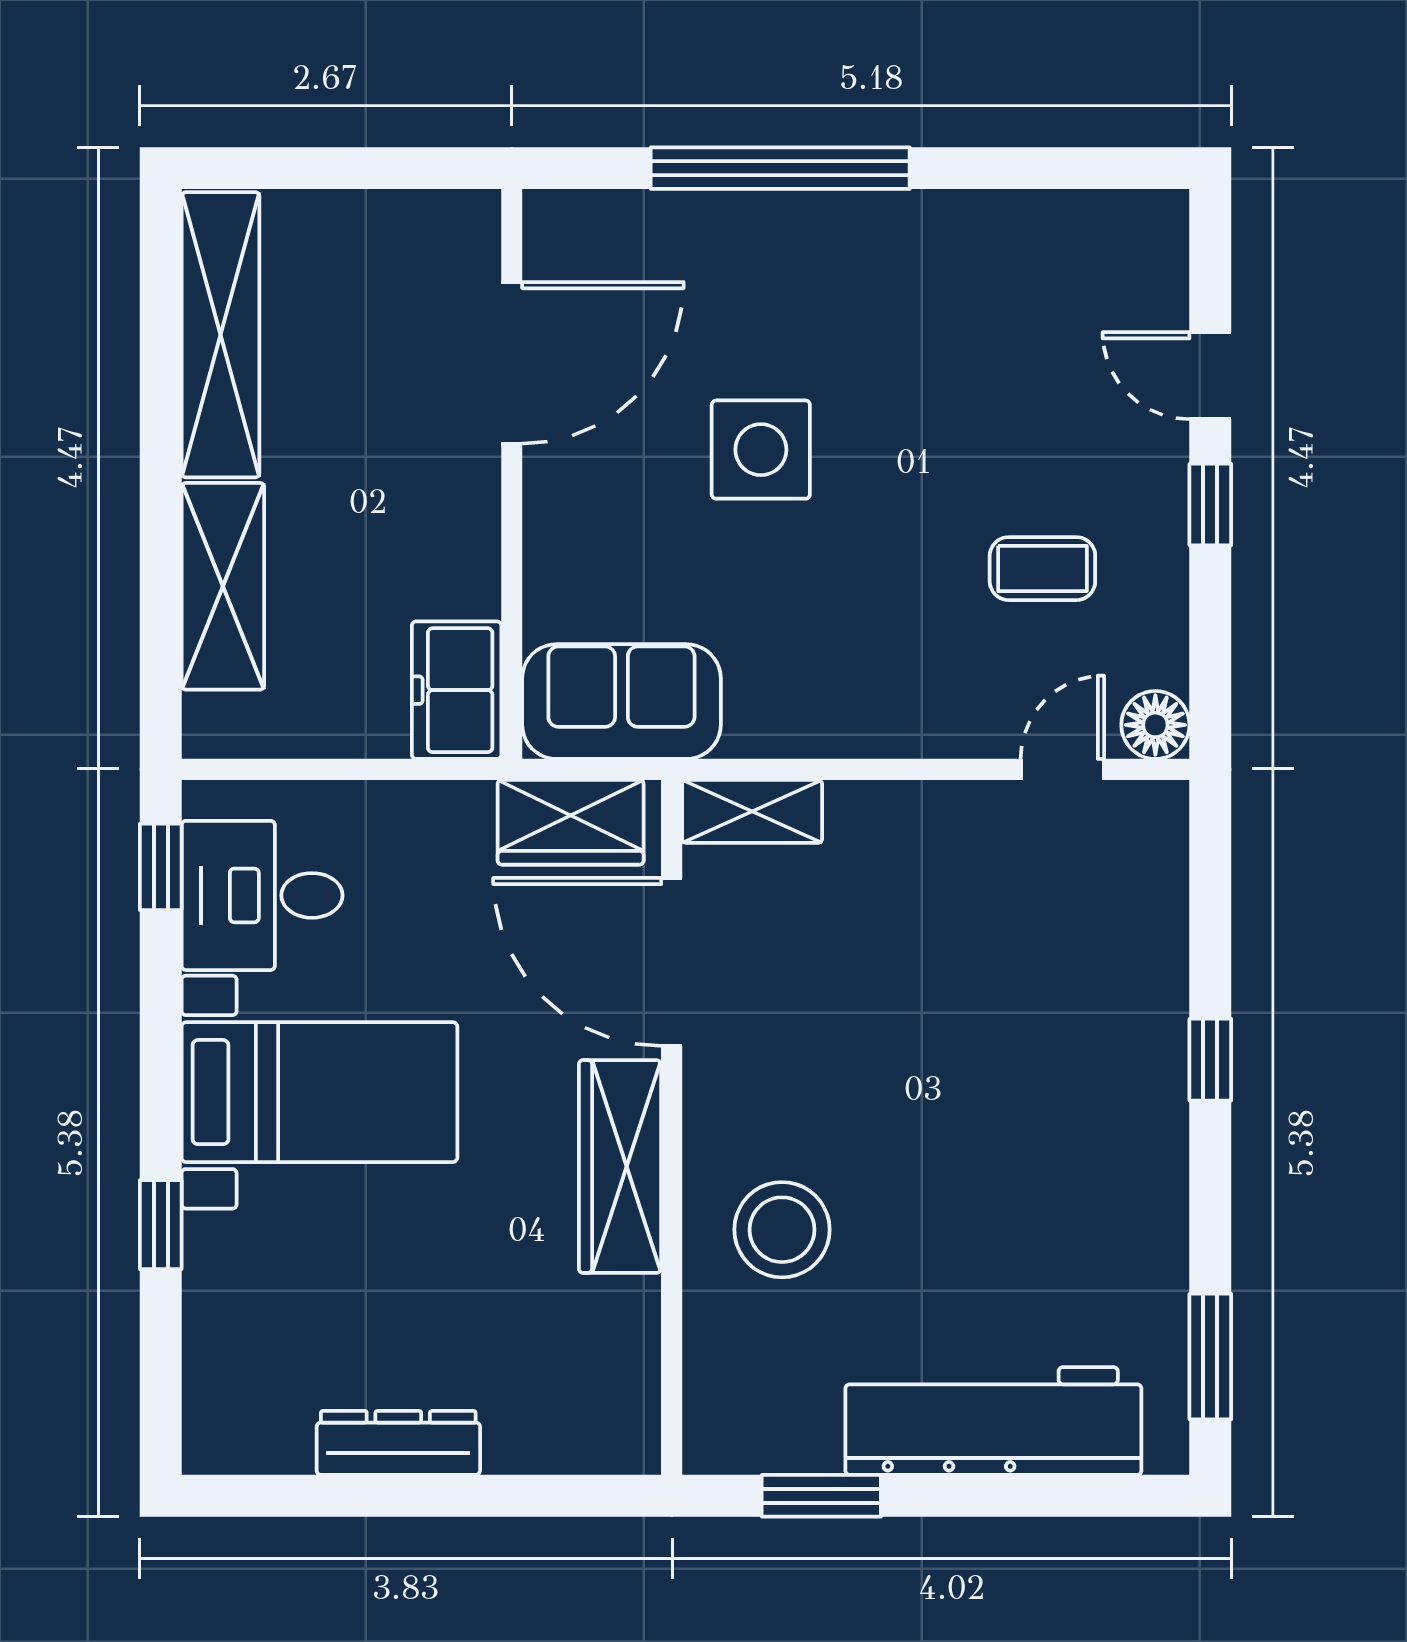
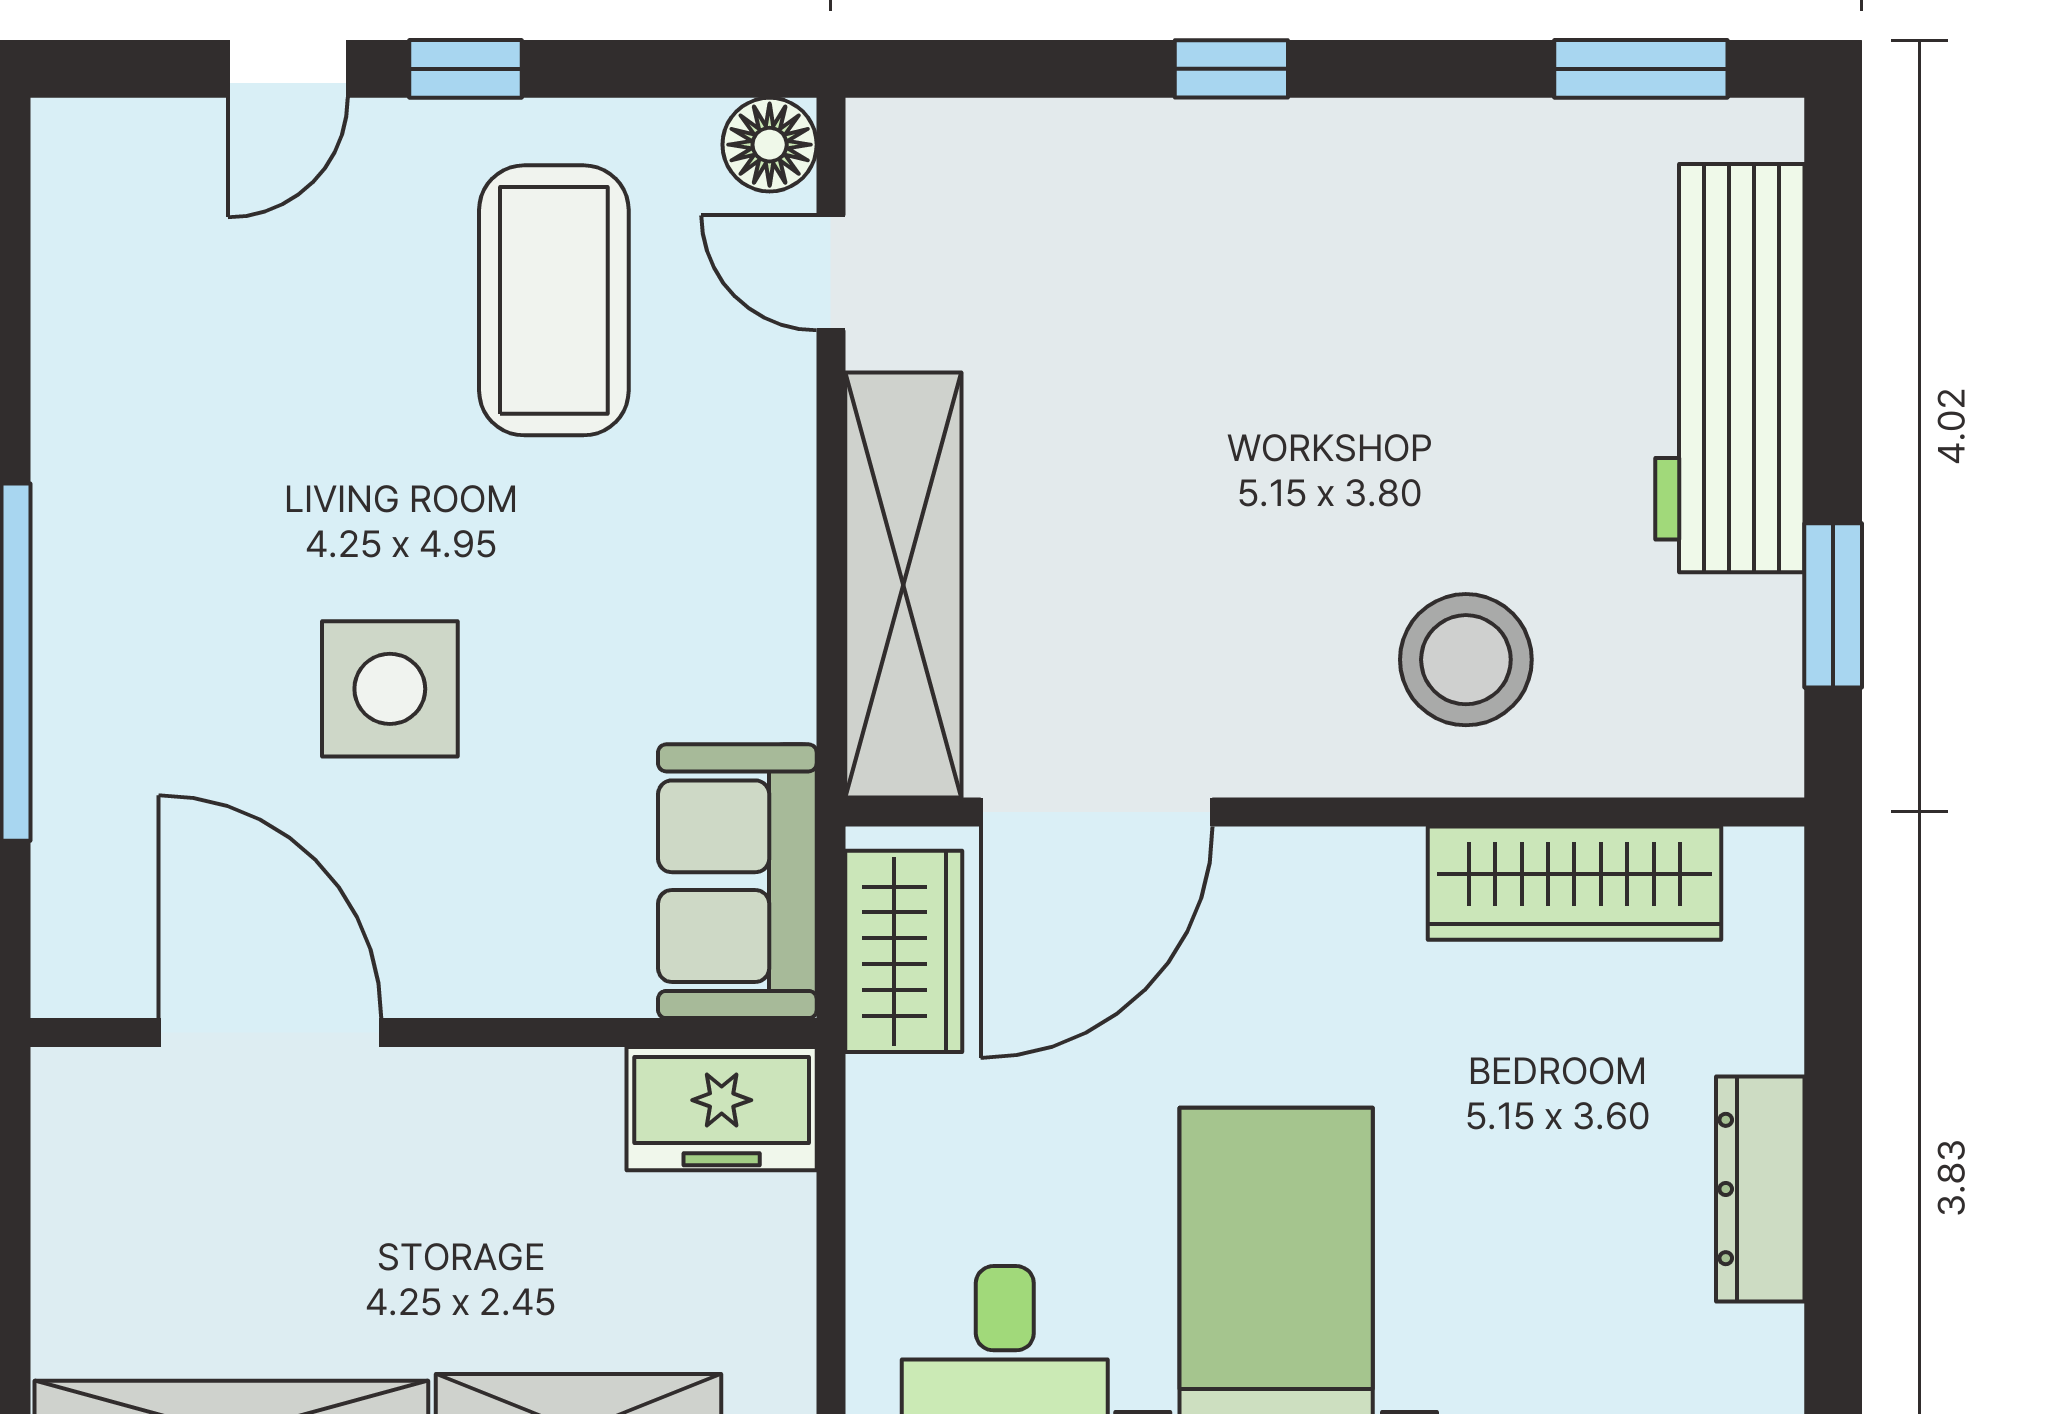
coffee table: (1042, 569) -> (554, 300), width x1.86, depth x1.72
shelving: (752, 811) -> (903, 585), width x2.20, depth x1.33
wardrobe: (620, 1166) -> (1574, 883), moved

